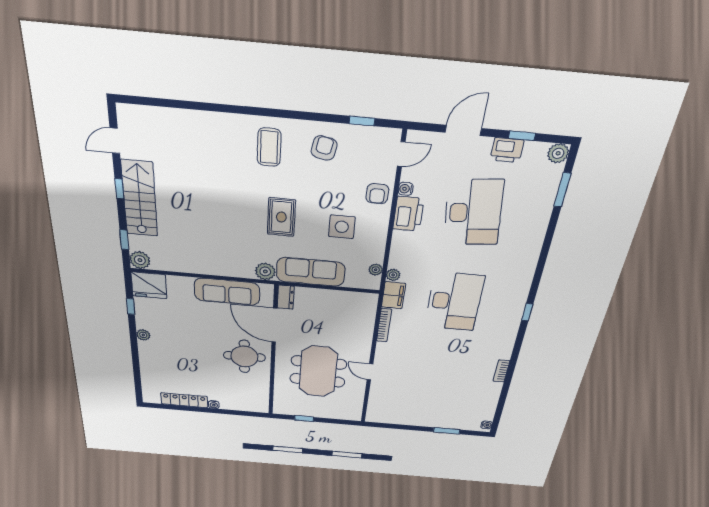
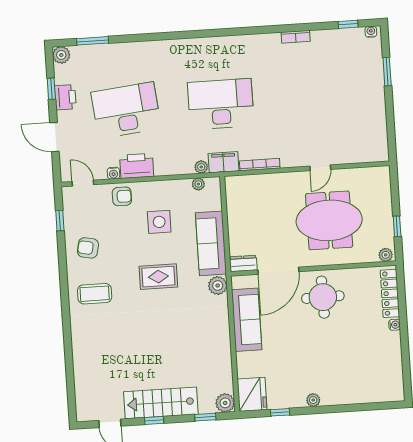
window: (527, 312) -> (348, 24), moved
locker: (184, 400) -> (390, 293), moved
plant: (279, 407) -> (386, 255), added

